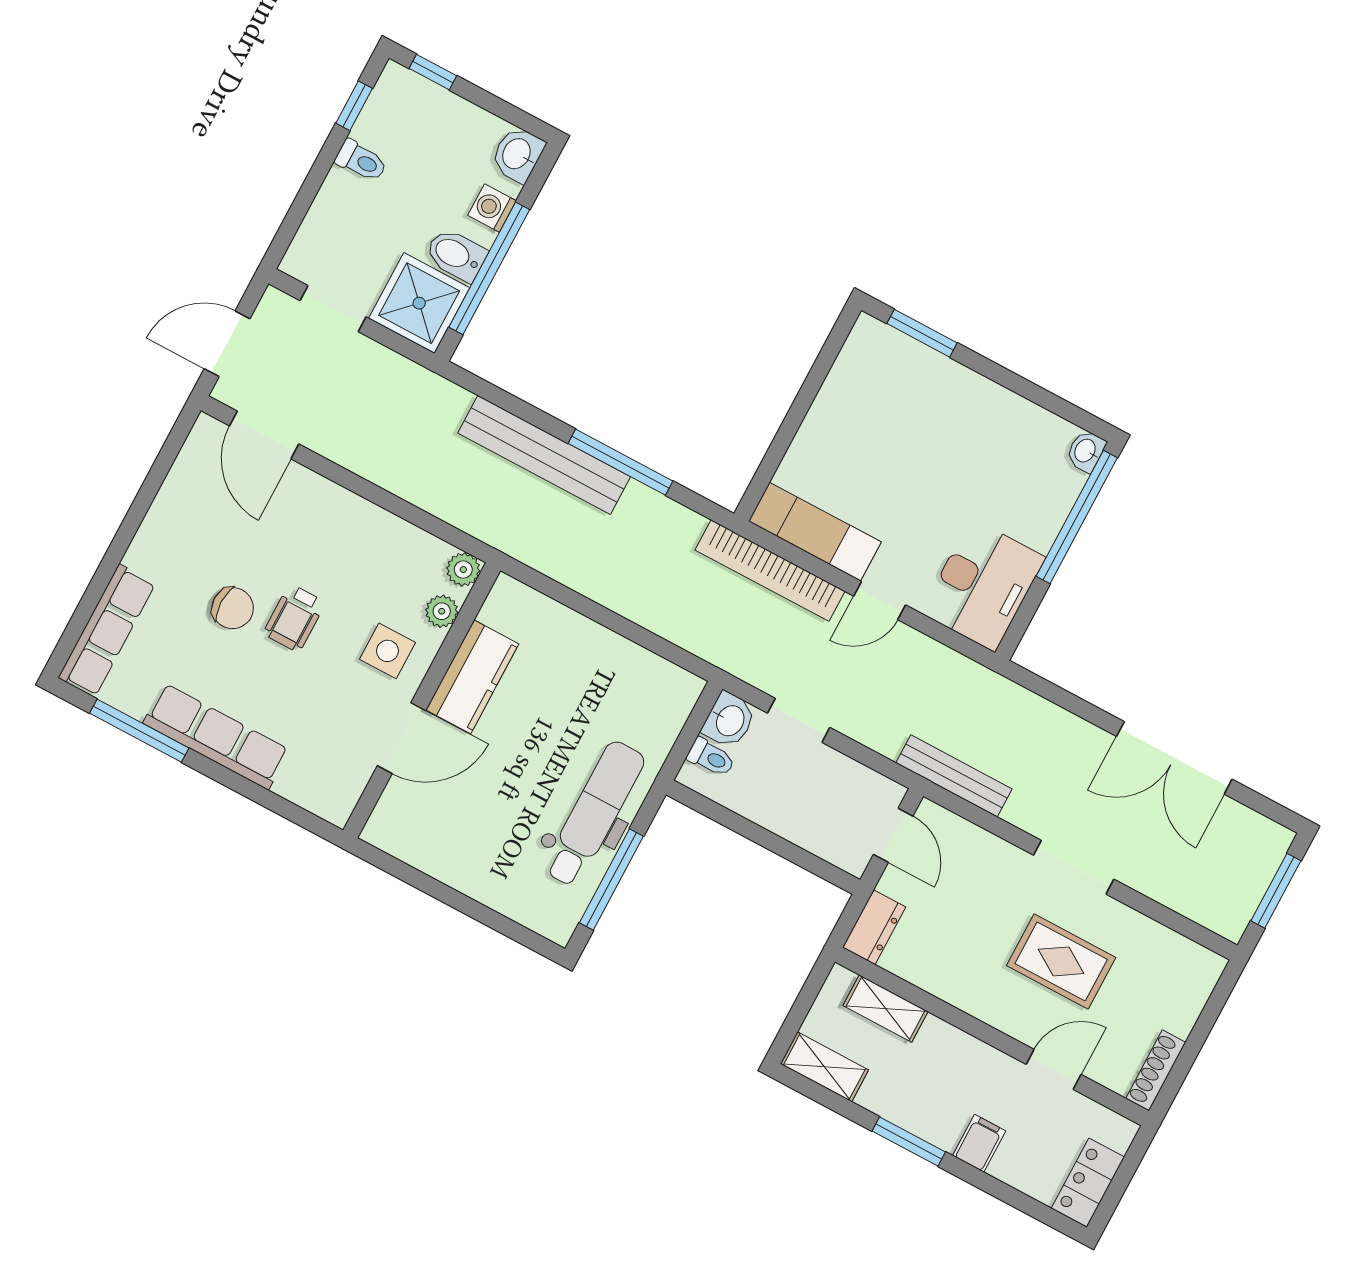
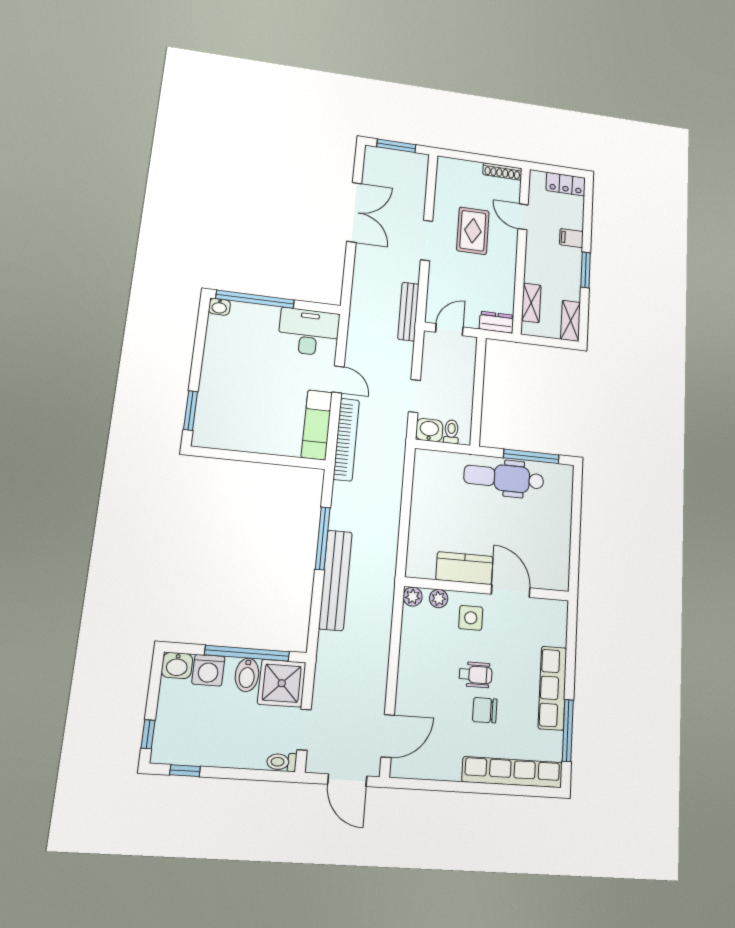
toilet: (361, 161) -> (282, 762), moved, turned -90
washing machine: (492, 208) -> (208, 670), width x1.38, depth x1.38
chair: (233, 608) -> (485, 710), turned -90
row of seats: (107, 631) -> (512, 772), width x1.36

